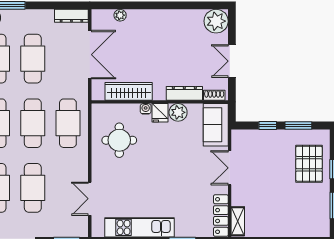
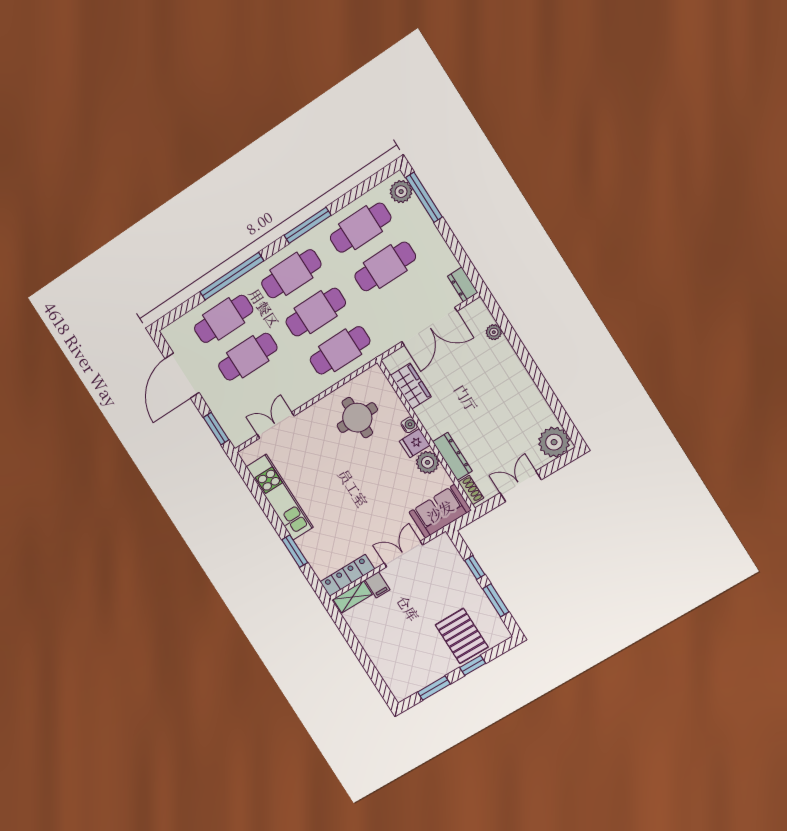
dresser: (71, 16) -> (463, 284), width x0.70
wardrobe: (129, 91) -> (411, 386), width x0.67
pallet: (309, 164) -> (462, 636), turned 90
filing cabinet: (240, 199) -> (377, 585), added

